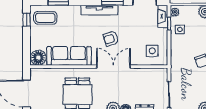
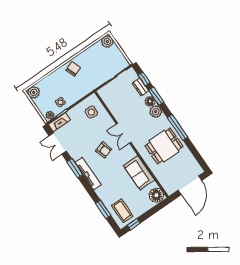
sofa: (69, 56) -> (139, 173), width x0.73
double door: (114, 67) -> (124, 133), width x0.73

